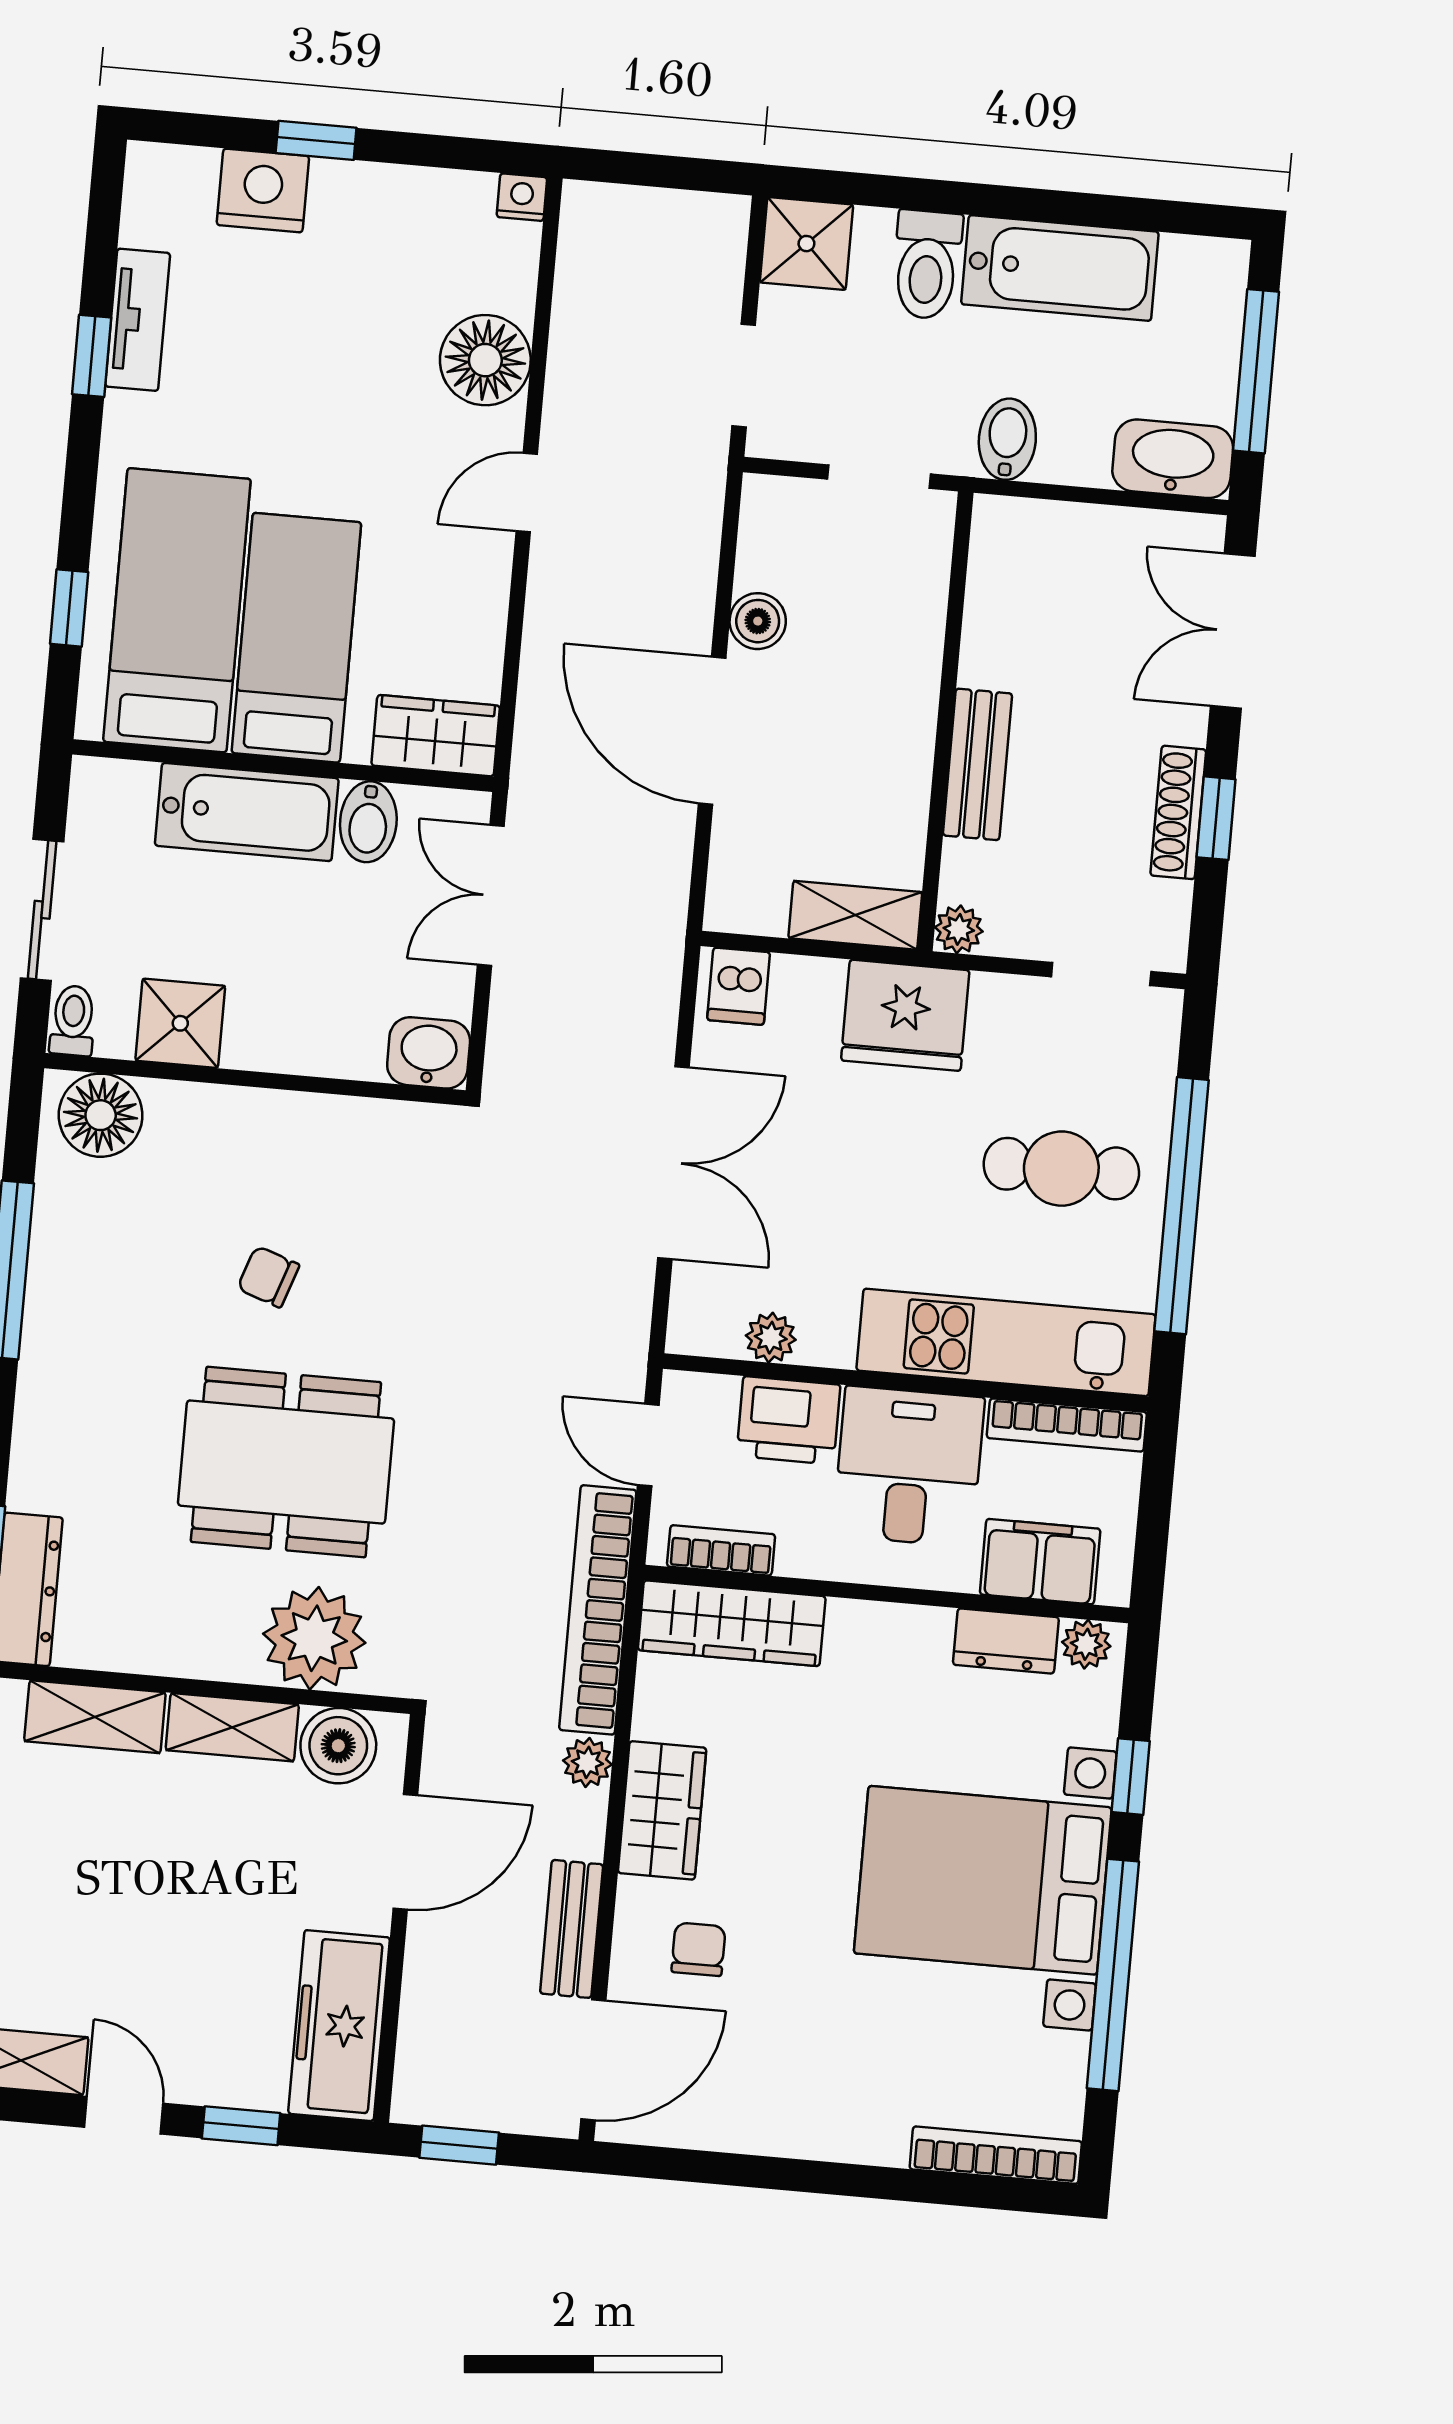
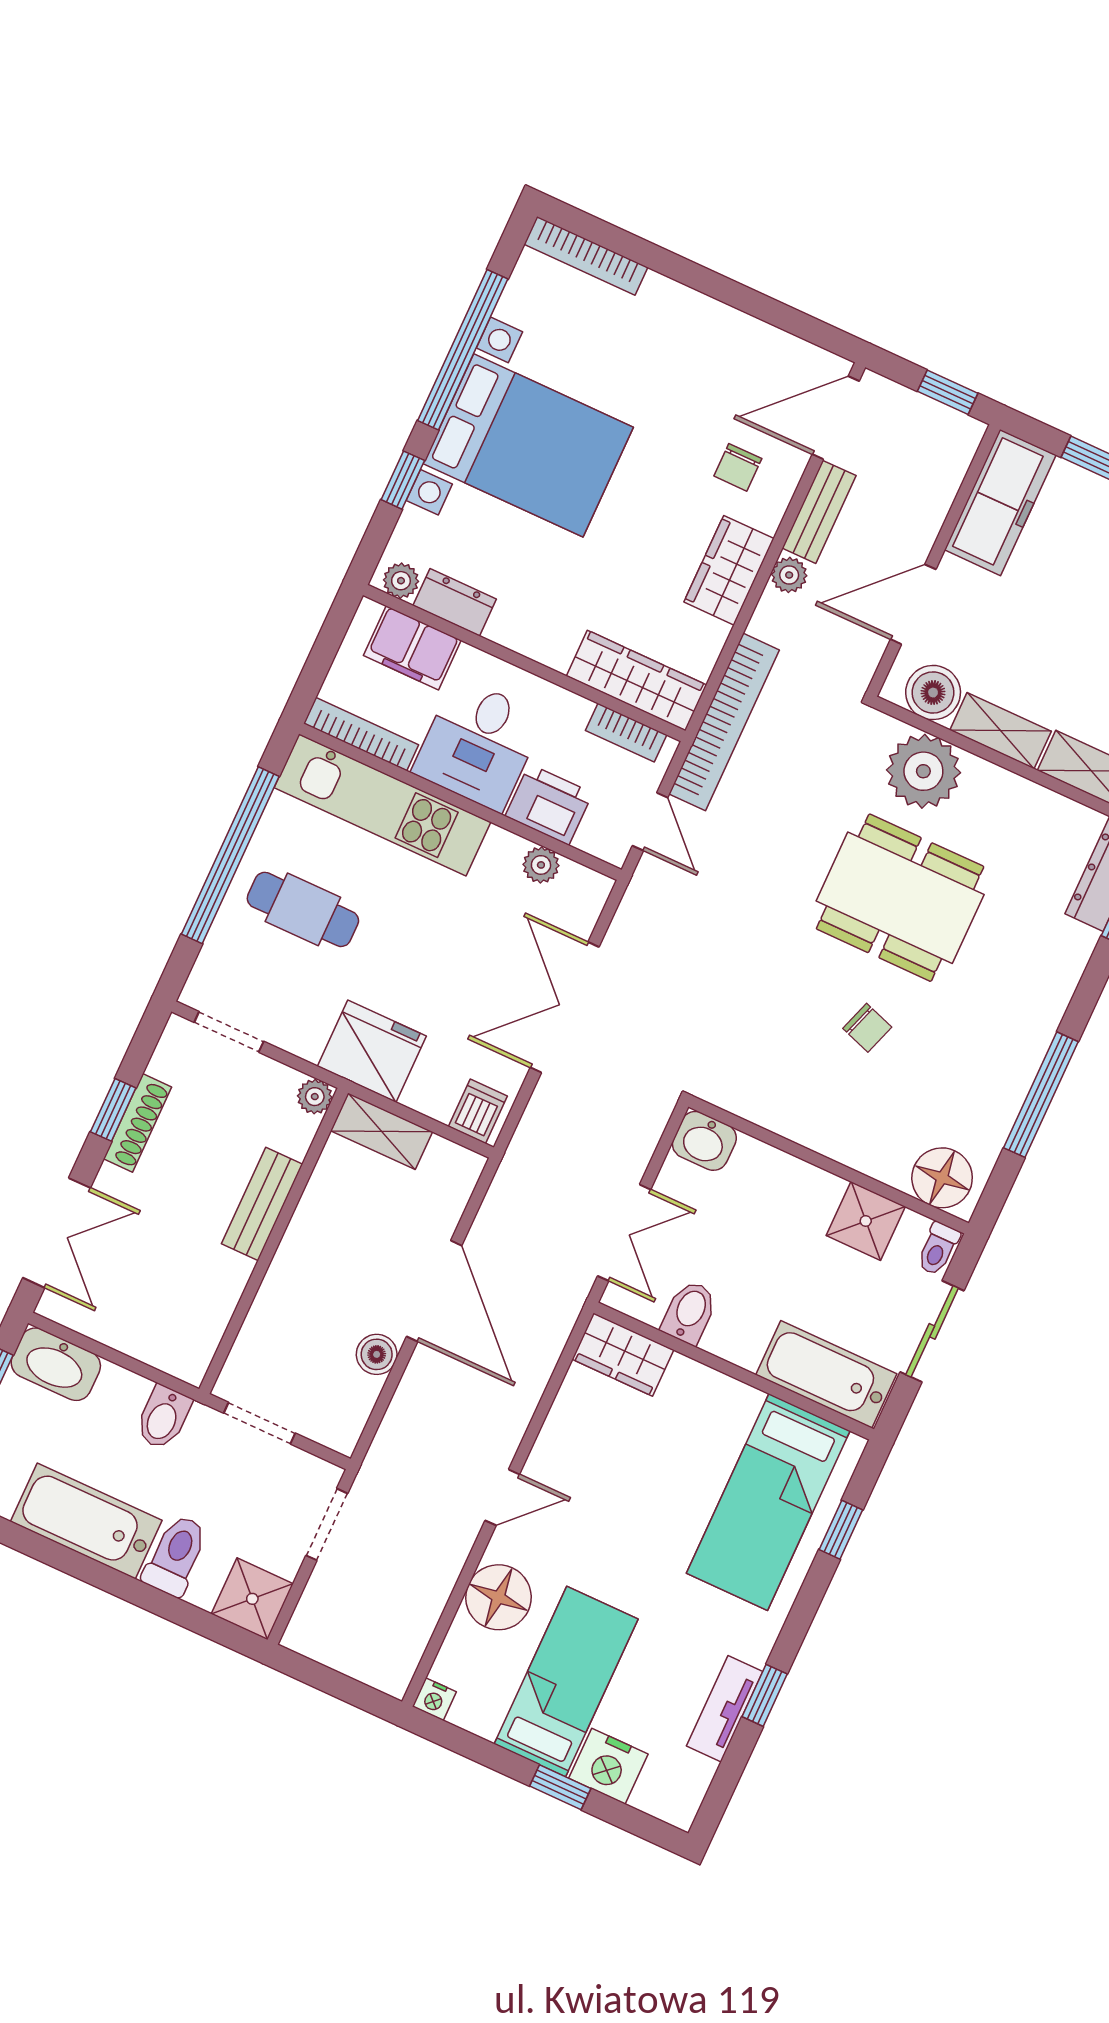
bed: (296, 638) -> (566, 1682), moved, turned 180
bathtub: (247, 812) -> (826, 1374), moved
plant: (587, 1762) -> (789, 575), moved

